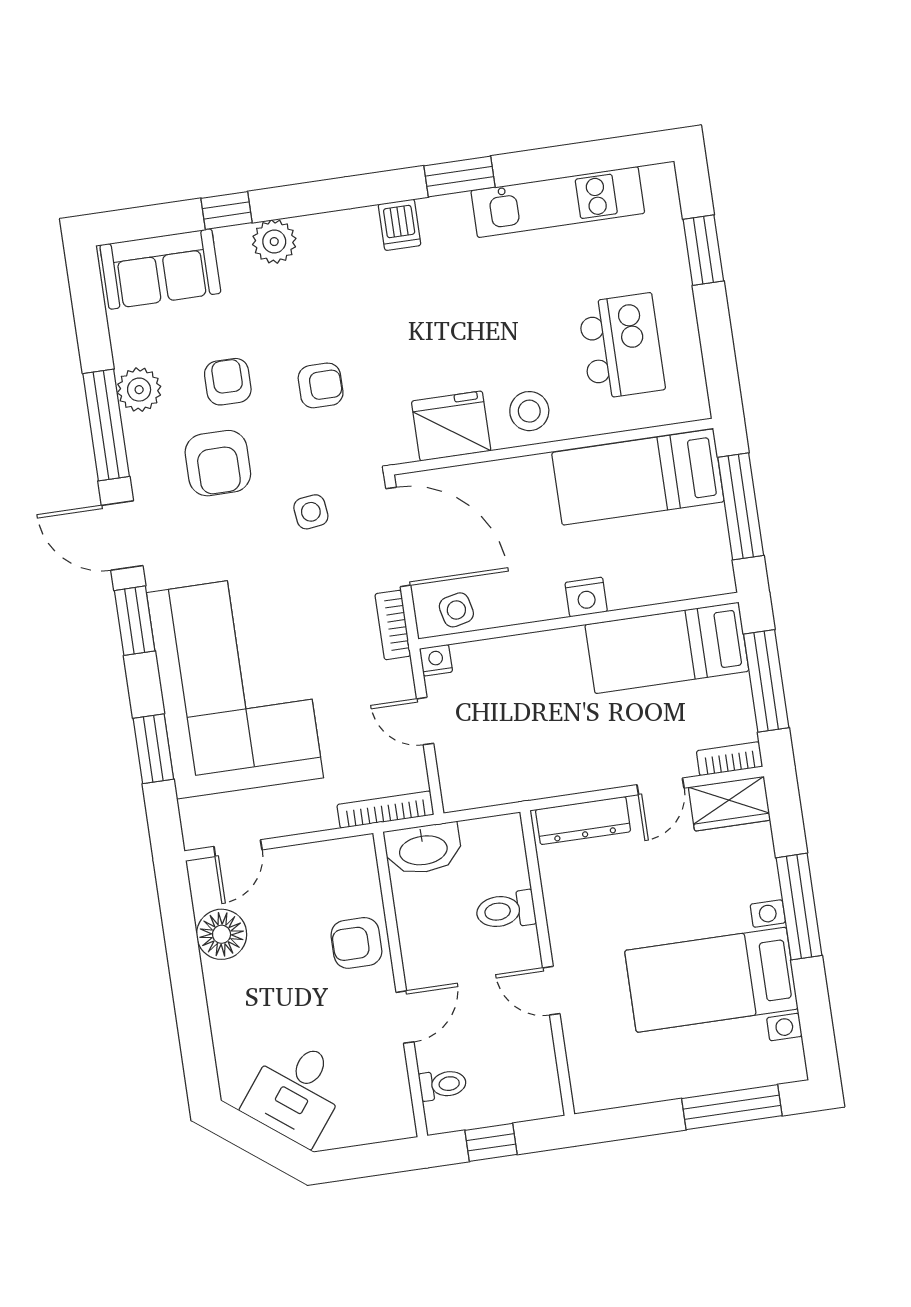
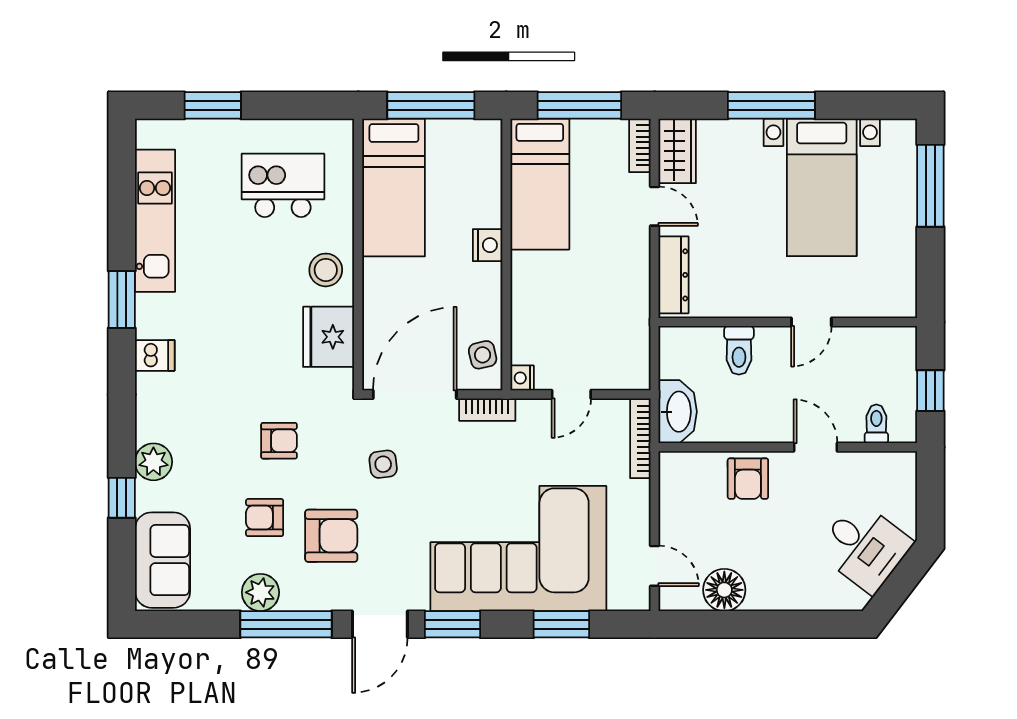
armchair: (321, 385) -> (279, 441), turned 90

